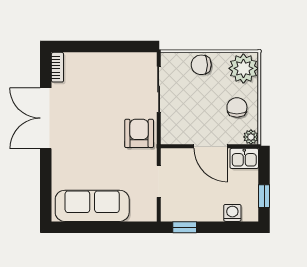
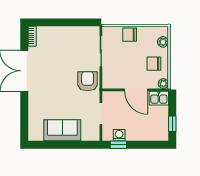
plant: (243, 68) -> (163, 42), width x0.53, depth x0.53
chair: (237, 107) -> (154, 64), turned -90
sofa: (92, 206) -> (62, 130), width x0.73
washing machine: (232, 213) -> (119, 135), moved

